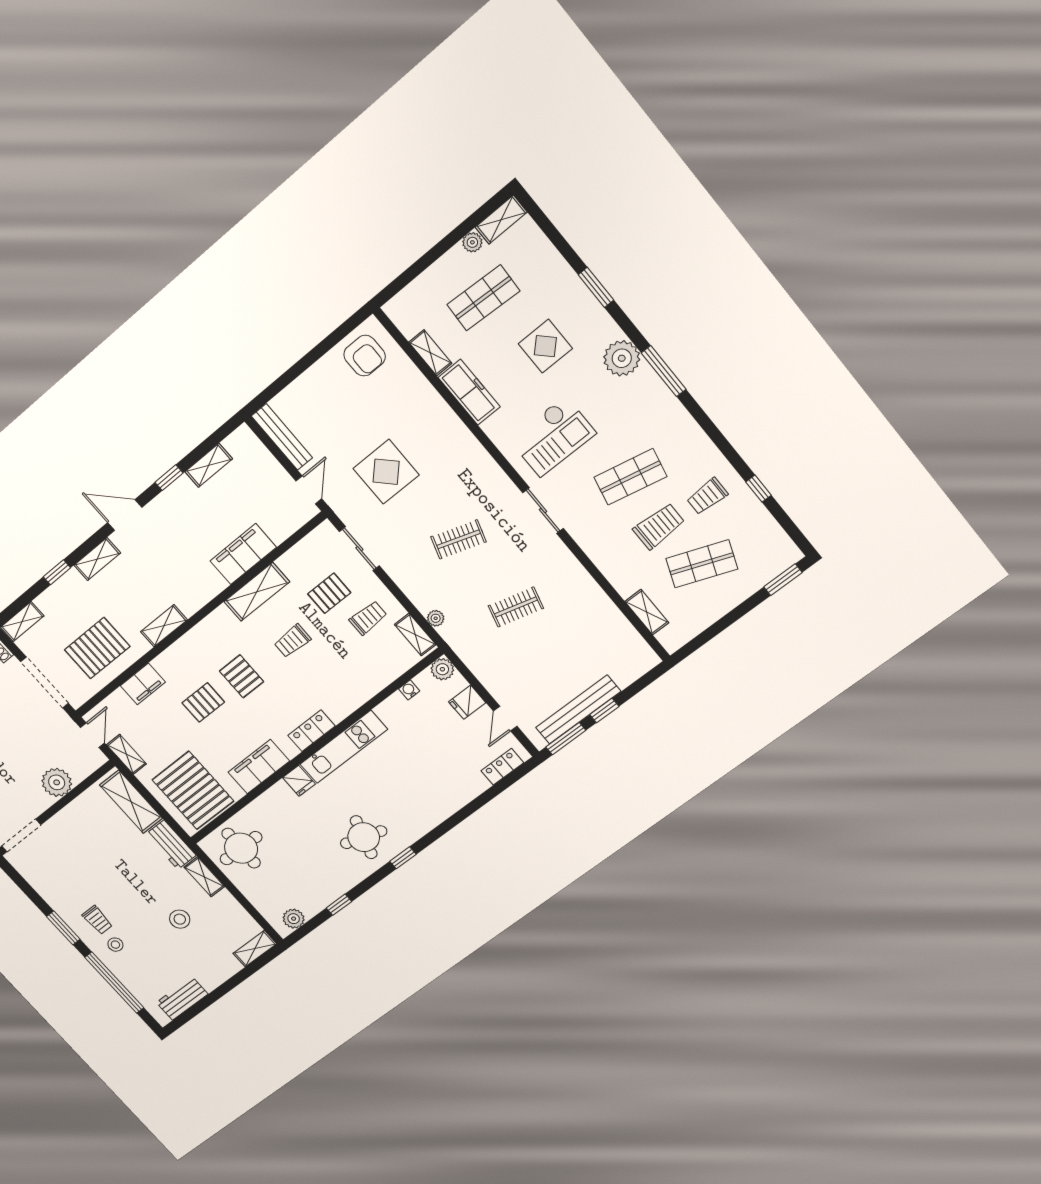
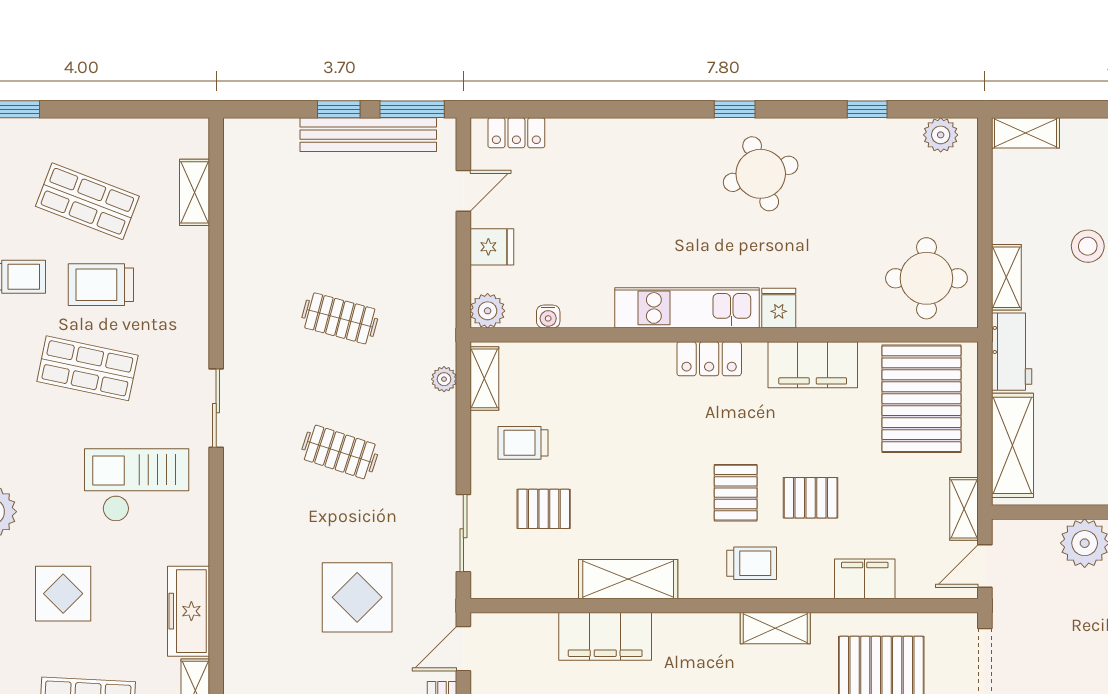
trolley: (292, 641) -> (752, 563), moved
round table: (364, 837) -> (761, 174), turned -34

